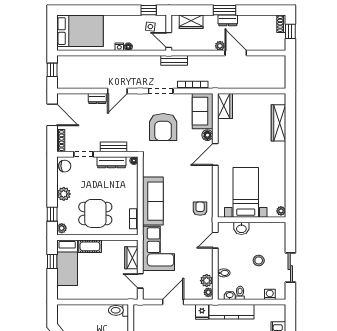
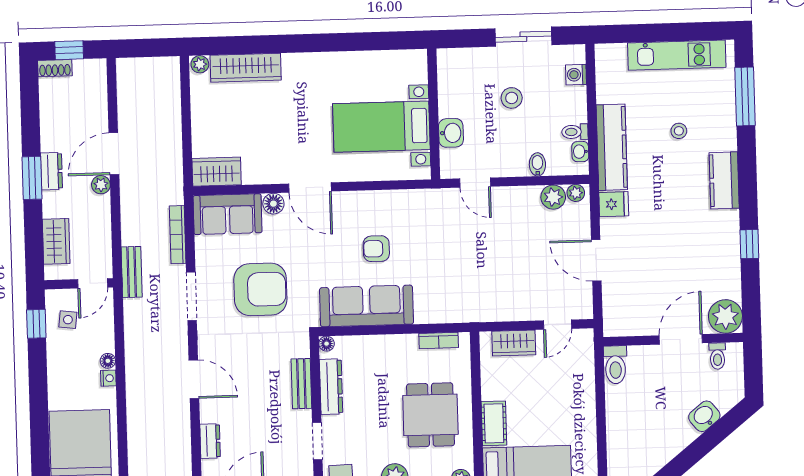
dresser: (97, 99) -> (210, 441), moved
sofa: (153, 201) -> (366, 306), moved
armchair: (200, 209) -> (376, 249), moved
plant: (281, 211) -> (200, 64), moved
corner sofa: (158, 248) -> (494, 291), removed

